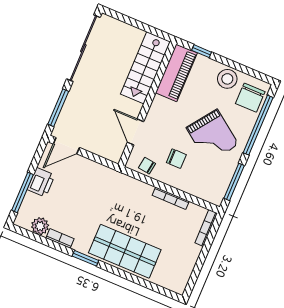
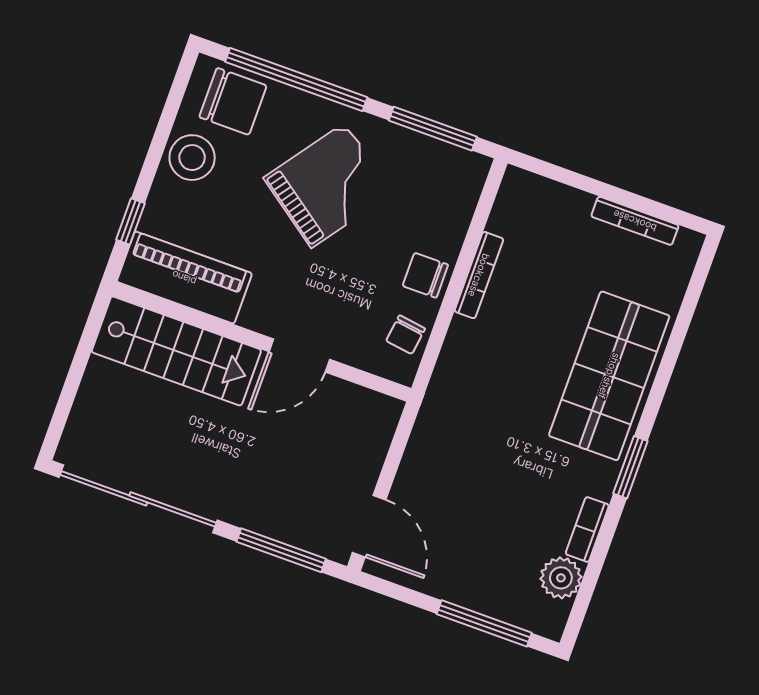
door: (136, 132) -> (299, 355), moved
chair: (176, 159) -> (425, 275), moved, turned -90
printer: (41, 182) -> (458, 581), removed
bookcase: (206, 228) -> (635, 221), moved

